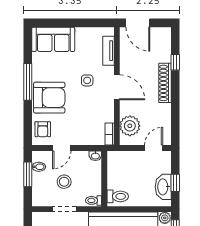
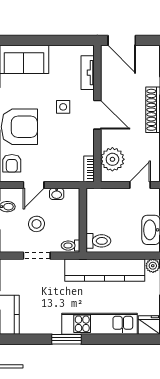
washbasin: (95, 156) -> (57, 194), moved

